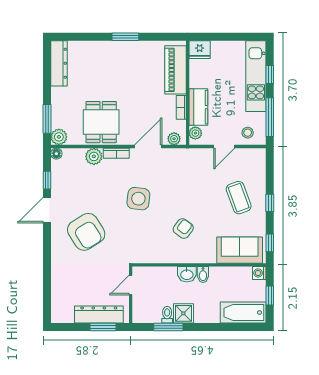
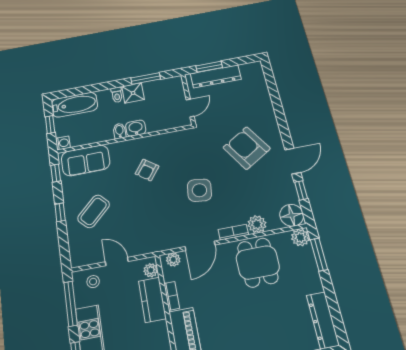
door: (224, 147) -> (117, 262), hinge flipped
floor lamp: (56, 154) -> (292, 215), width x1.89, depth x1.89
coffee table: (239, 198) -> (94, 211), turned 66
toilet: (167, 315) -> (117, 95), moved

